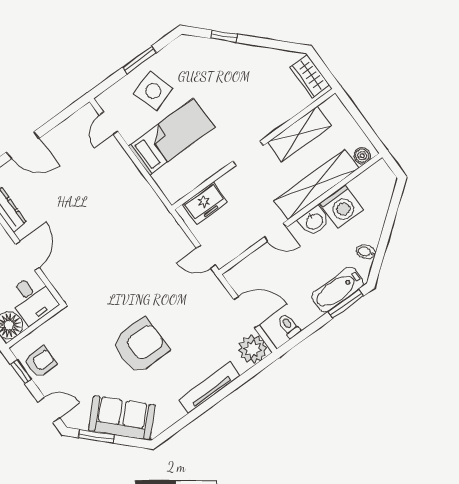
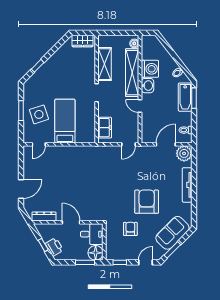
door: (109, 123) -> (39, 144), hinge flipped
door: (275, 232) -> (140, 106), swing flipped
armchair: (40, 362) -> (130, 229), moved

